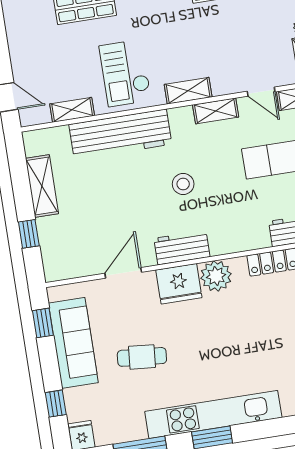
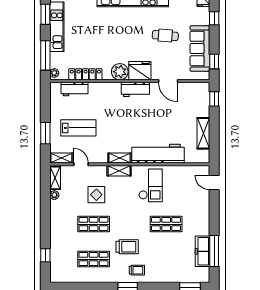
display table: (224, 40) -> (96, 195), added
shelving: (72, 110) -> (181, 171), removed
shelving: (216, 111) -> (120, 158), moved
stool: (183, 184) -> (129, 123), removed
window: (29, 234) -> (214, 99), moved
door: (123, 273) -> (168, 81), hinge flipped

